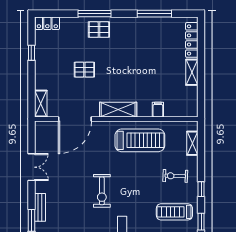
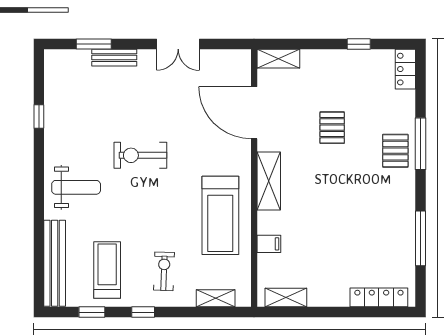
shelving: (192, 72) -> (286, 298), moved

